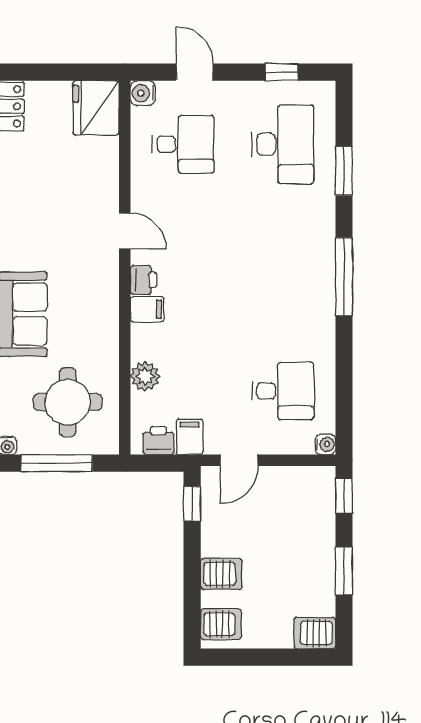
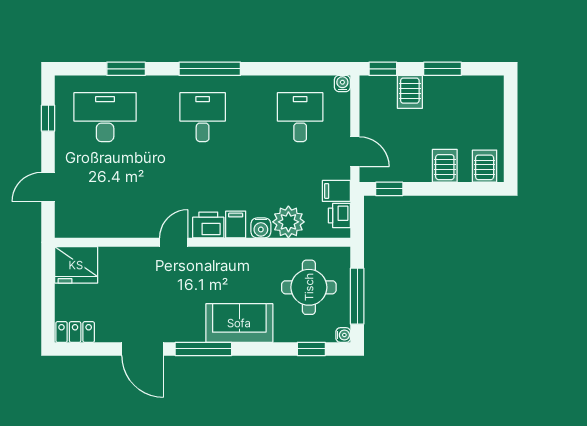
water cooler: (143, 93) -> (261, 228), moved
desk: (183, 144) -> (203, 117), moved
printer: (143, 280) -> (208, 225), width x1.36, depth x1.24
plant: (145, 376) -> (288, 222), width x1.36, depth x1.36
server rack: (315, 633) -> (410, 92), moved

